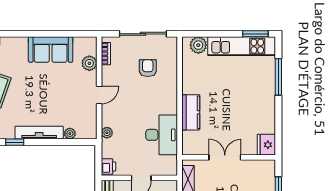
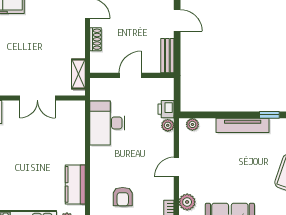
kitchen counter: (191, 112) -> (75, 184), moved
plant: (70, 134) -> (192, 124), moved
printer: (108, 167) -> (166, 109), moved

